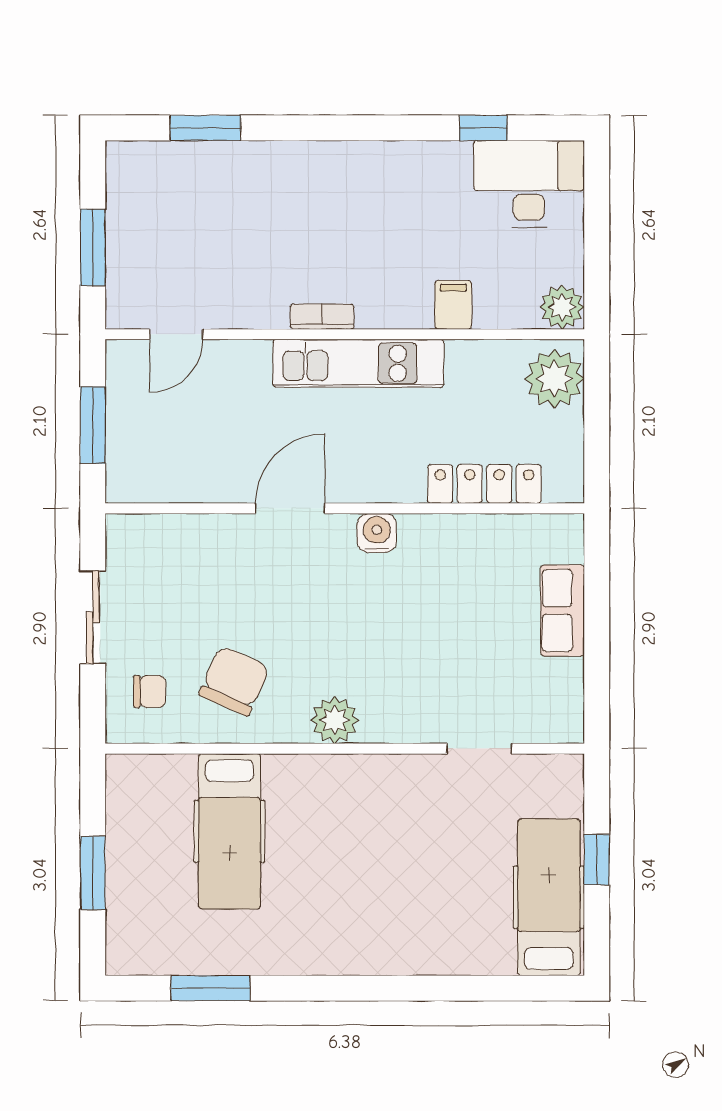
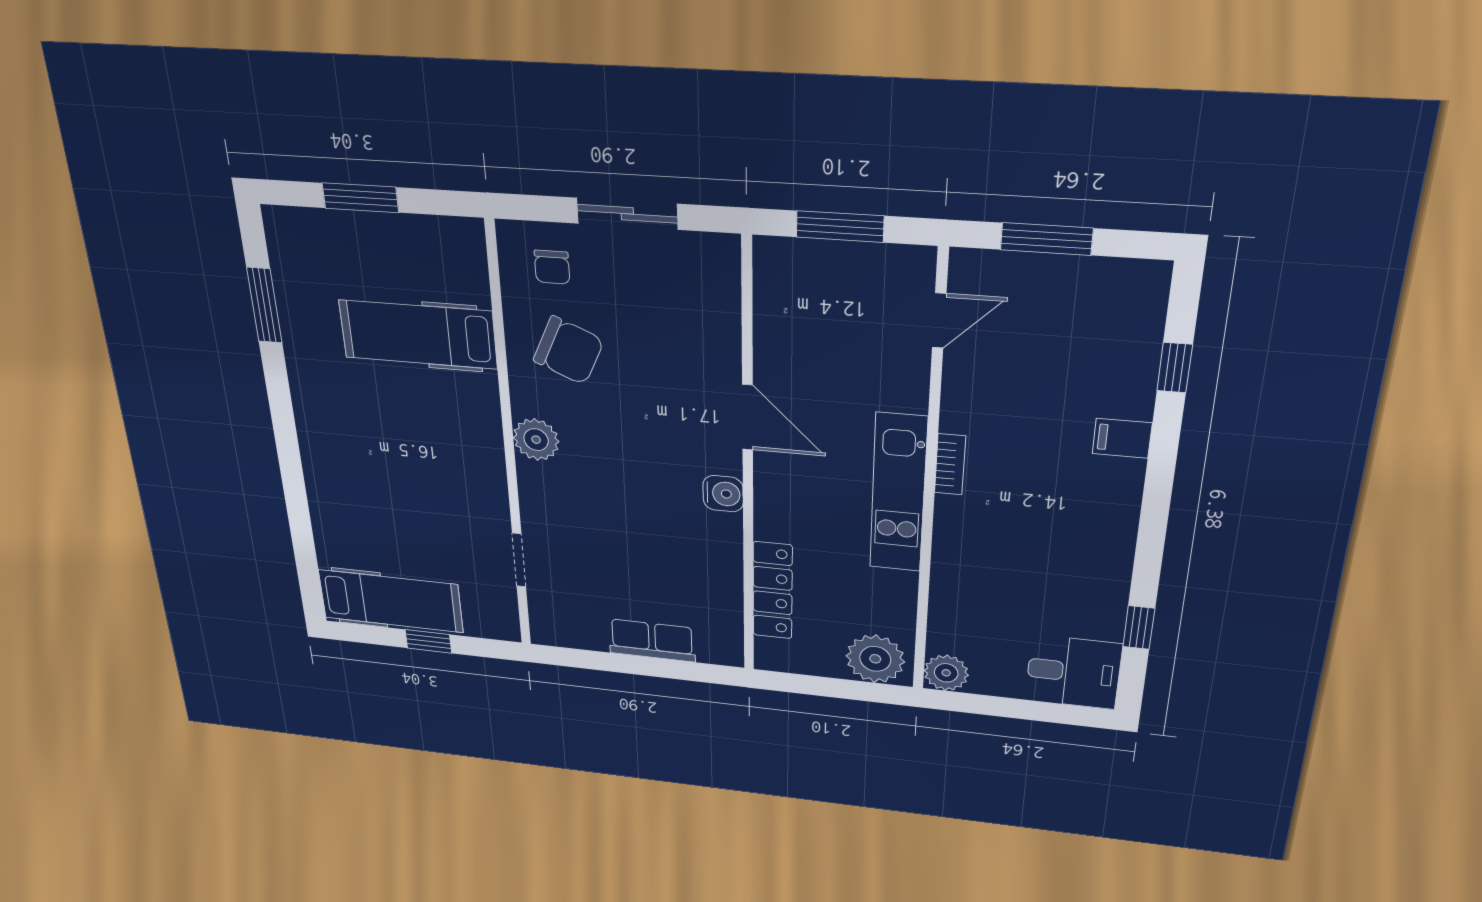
window: (205, 128) -> (1175, 368), width x0.67
desk: (529, 184) -> (1073, 672), width x0.73
filing cabinet: (453, 305) -> (1122, 438), moved, turned 180
door: (176, 334) -> (939, 321), swing flipped

